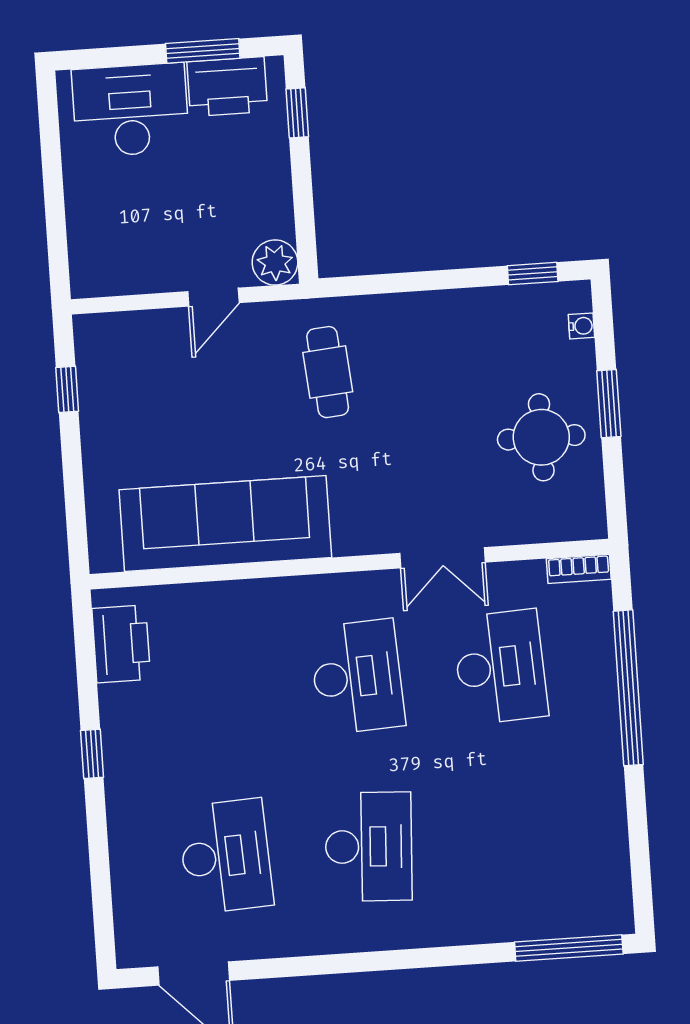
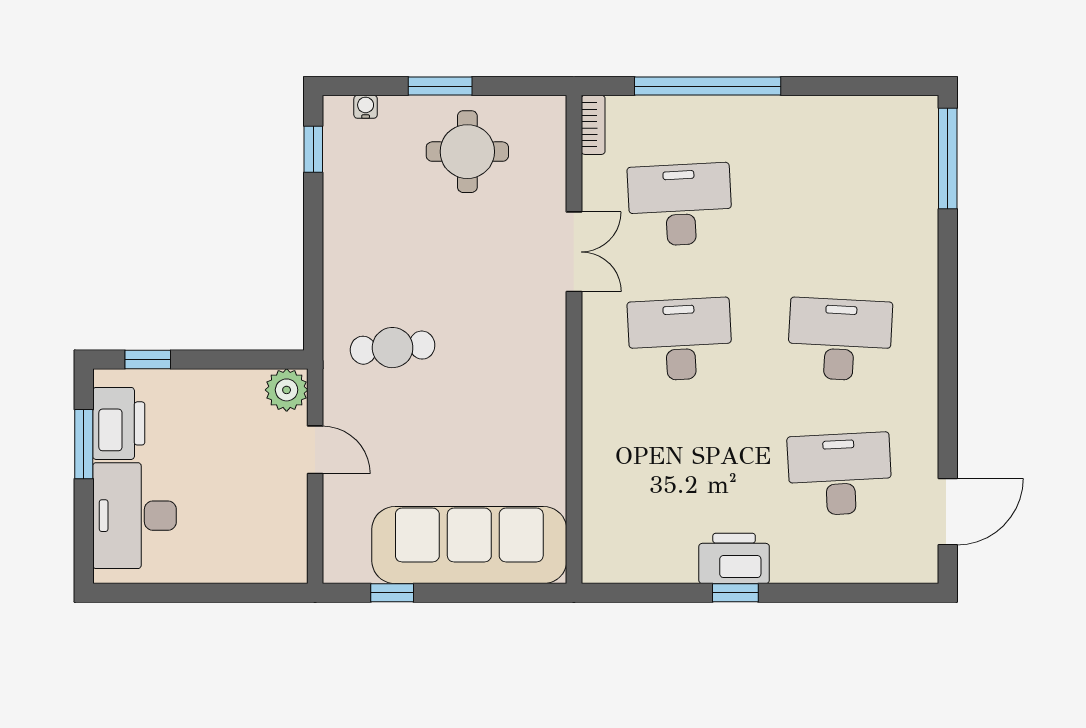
sofa: (225, 524) -> (469, 545), moved, turned 90
printer: (121, 644) -> (734, 558), moved

